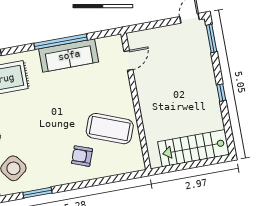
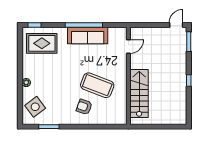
coffee table: (110, 129) -> (97, 85), moved
stairs: (194, 148) -> (139, 94), moved, turned 90

